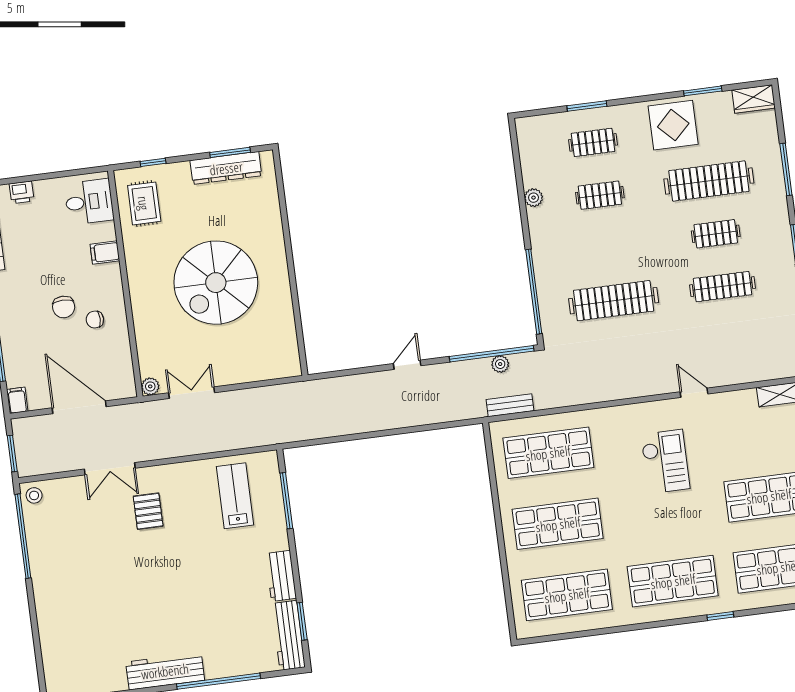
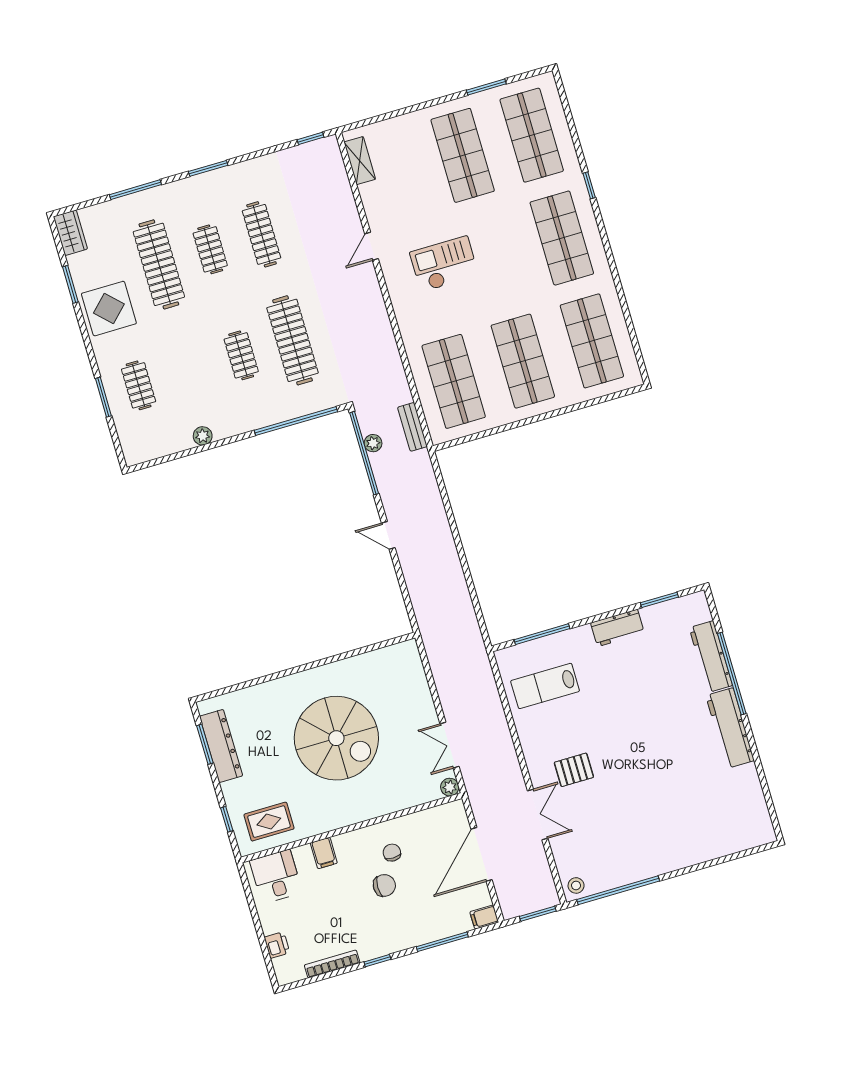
clothes rail: (600, 195) -> (241, 355), moved
chair: (95, 320) -> (392, 853), turned 180
workbench: (288, 635) -> (711, 657), moved, turned 90

